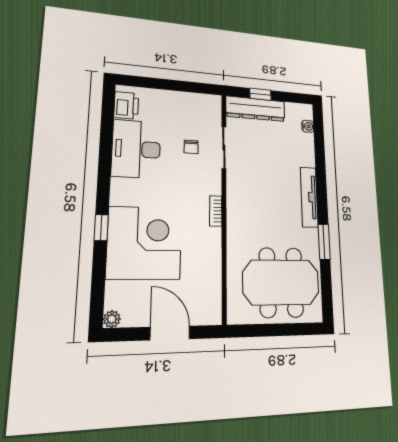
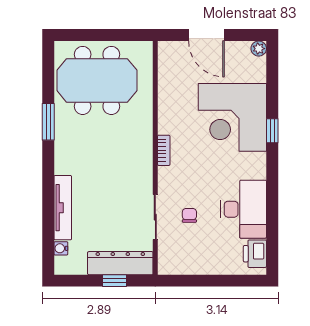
tv unit: (309, 197) -> (63, 208), moved

